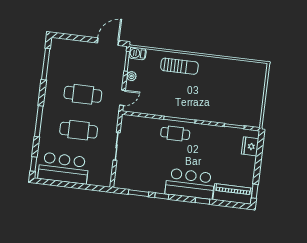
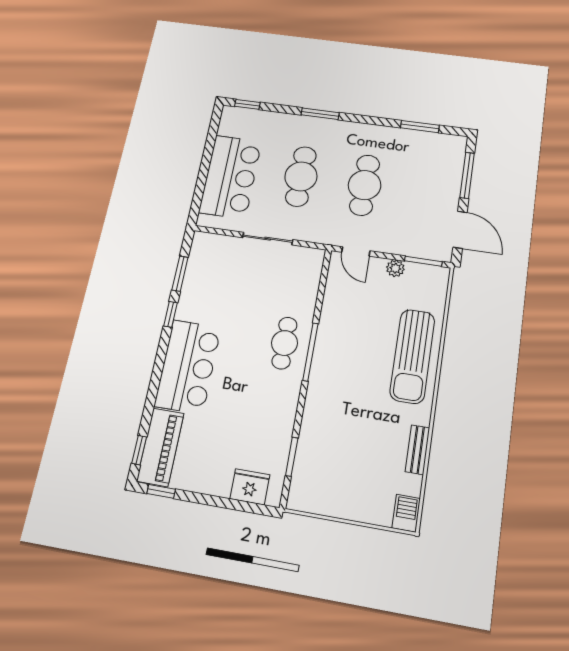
window: (75, 38) -> (467, 175), added
barbecue: (138, 53) -> (406, 513), moved
bench: (228, 63) -> (417, 450), added
window: (46, 64) -> (420, 127), width x0.69
sun lounger: (179, 66) -> (412, 356), width x1.36, depth x1.34
window: (39, 121) -> (320, 114), width x0.69
bar counter: (64, 168) -> (230, 177), moved
window: (203, 201) -> (139, 450), moved

